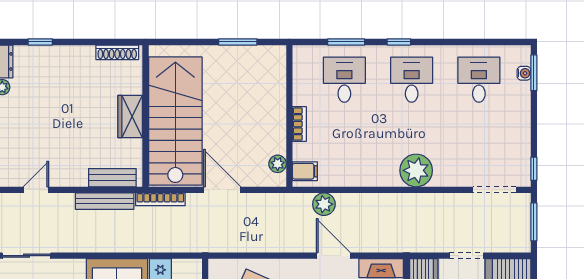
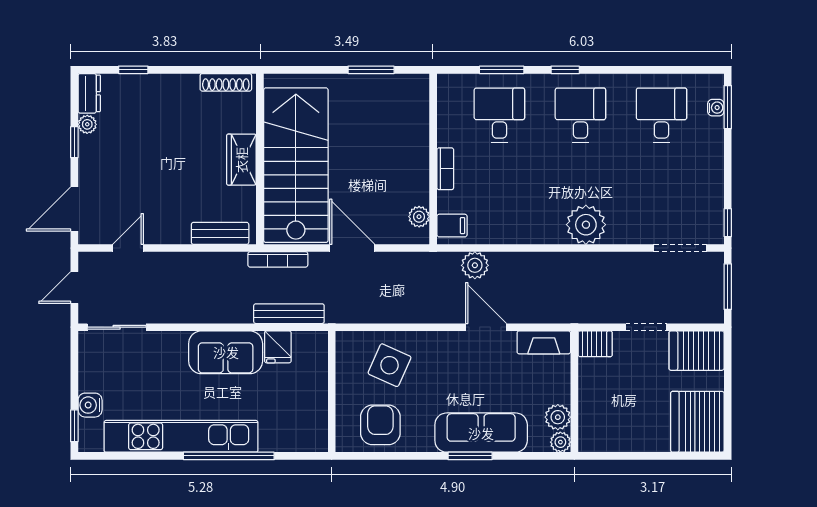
bench: (105, 201) -> (289, 314), moved

